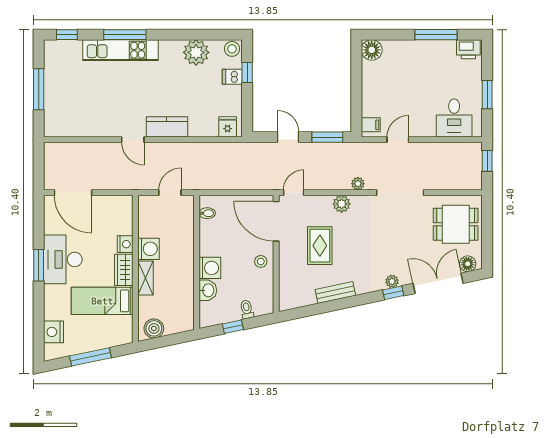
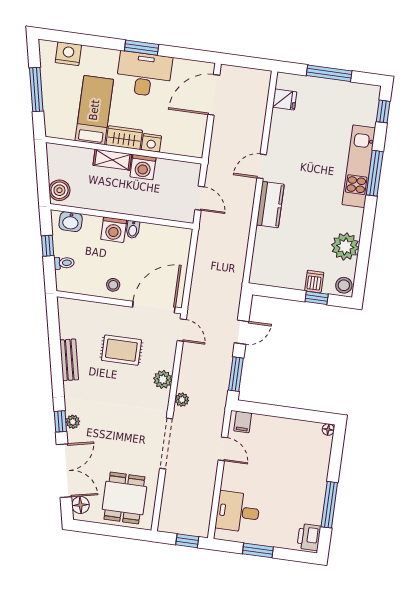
floor lamp: (372, 50) -> (328, 429), width x0.53, depth x0.53
fridge: (228, 127) -> (285, 99), moved
bidet: (207, 213) -> (133, 229), moved
washbasin: (208, 290) -> (71, 222), moved
boiler: (154, 328) -> (59, 190), moved

